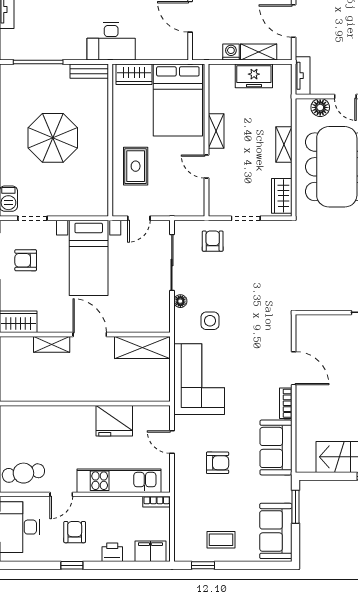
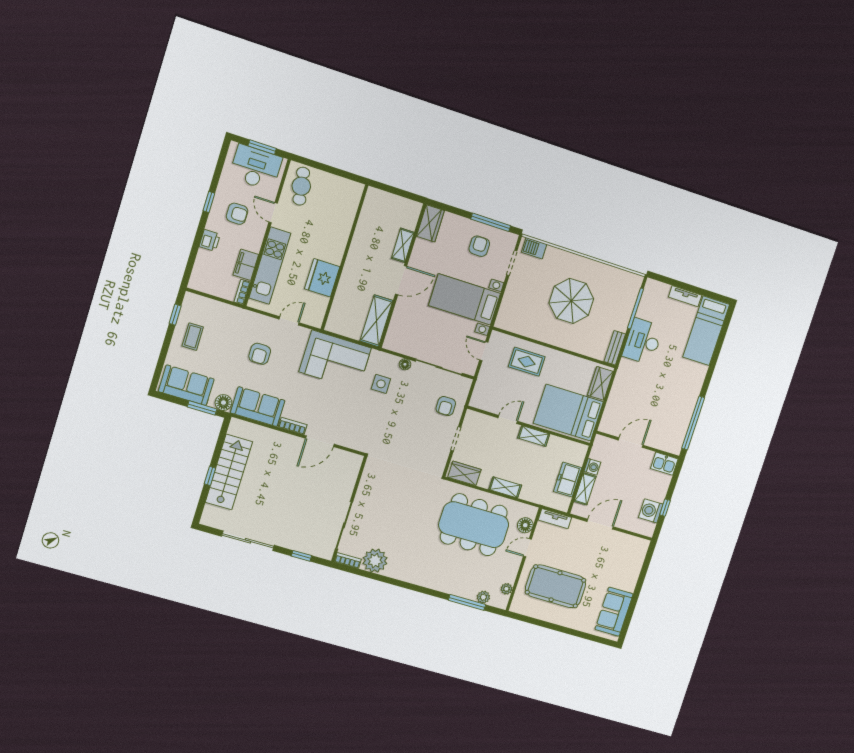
desk: (111, 41) -> (643, 341), moved
armchair: (213, 241) -> (446, 406), turned 90
floor lamp: (283, 486) -> (223, 403), added
filing cabinet: (150, 551) -> (246, 265), moved, turned 180

